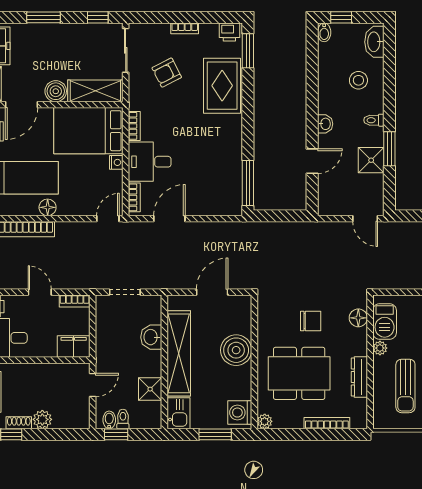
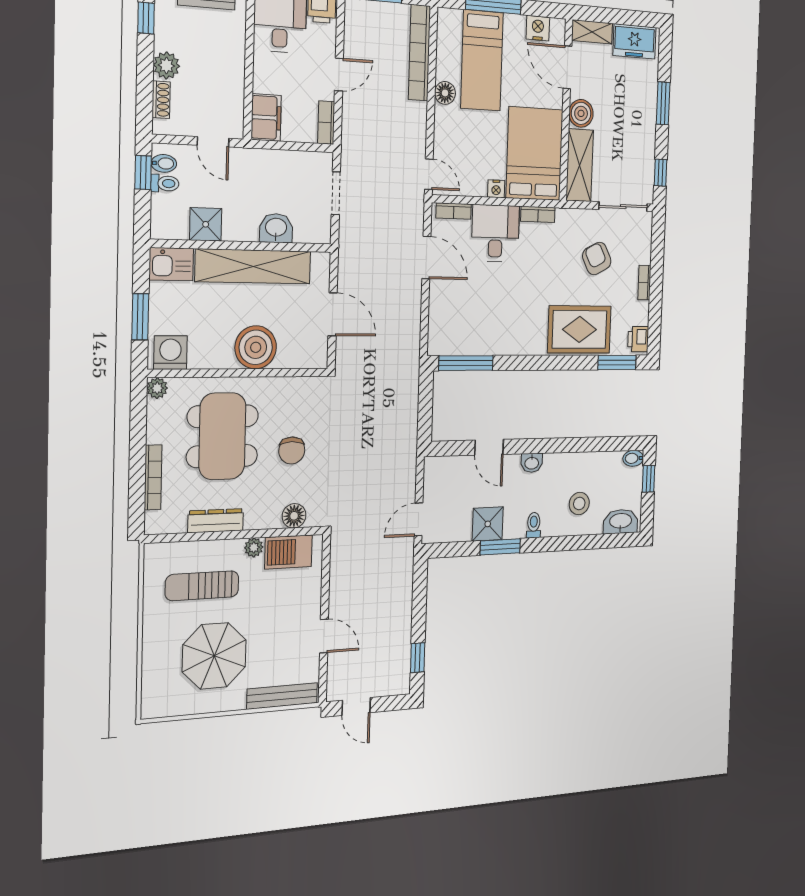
shoe rack: (19, 423) -> (161, 100), moved

